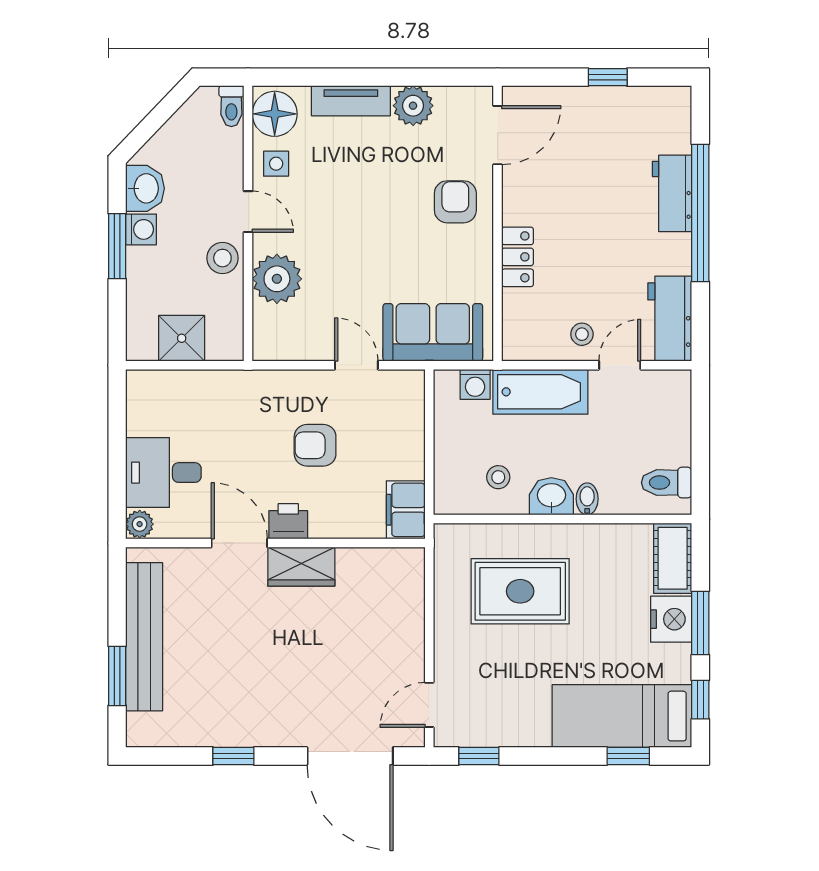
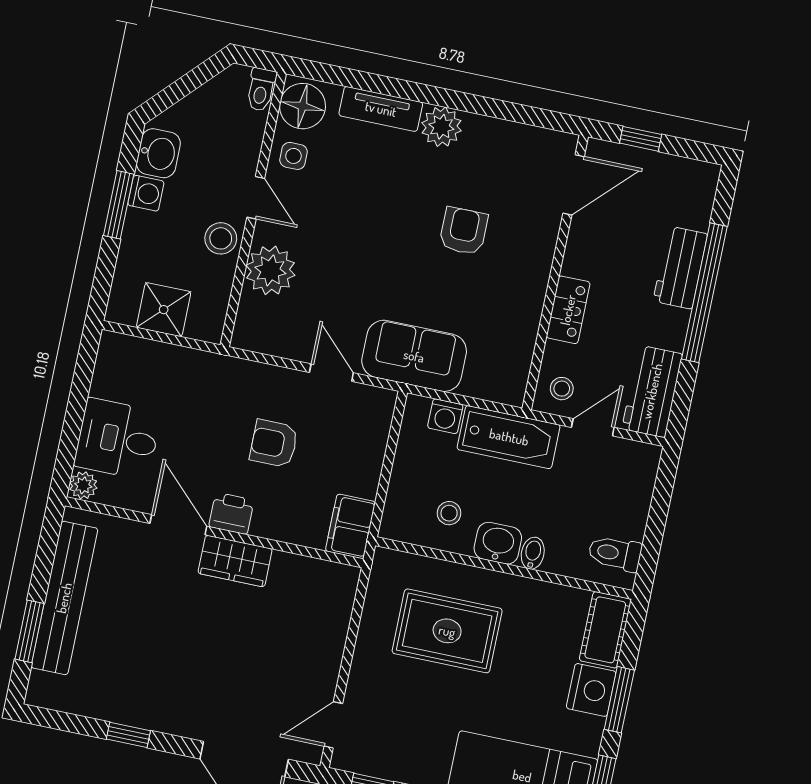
door: (498, 135) -> (574, 185), moved
wall: (498, 223) -> (555, 272), moved
locker: (518, 257) -> (568, 310), moved

